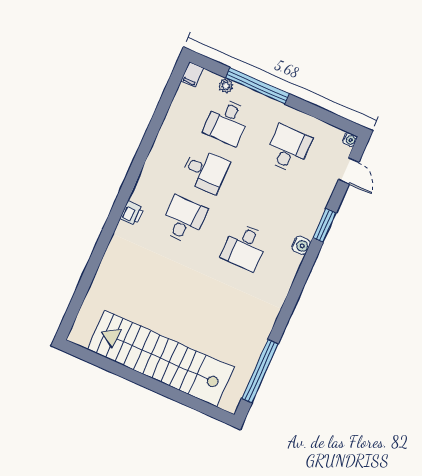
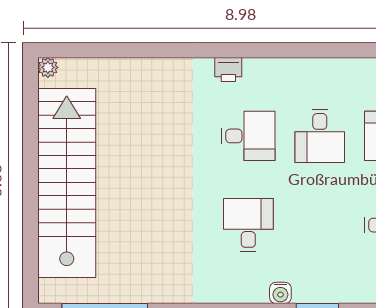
desk: (245, 247) -> (248, 225), turned 90
plant: (76, 336) -> (48, 67), added

